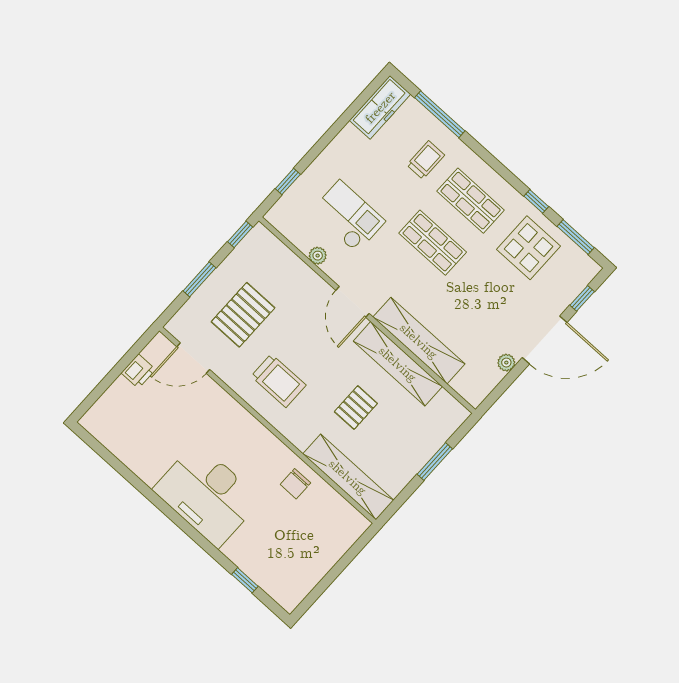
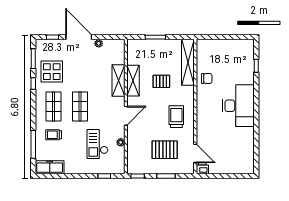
shelving: (419, 341) -> (118, 81), width x0.68
shelving: (398, 364) -> (133, 81), width x0.68
printer: (138, 371) -> (202, 168), moved

